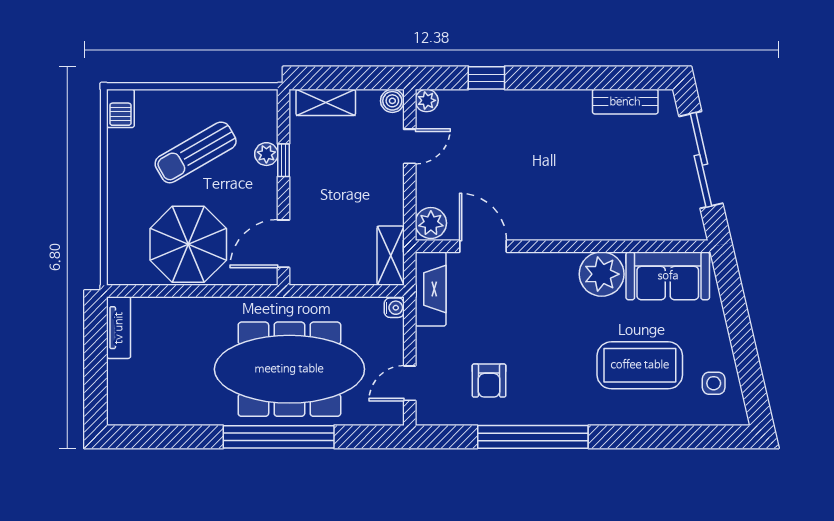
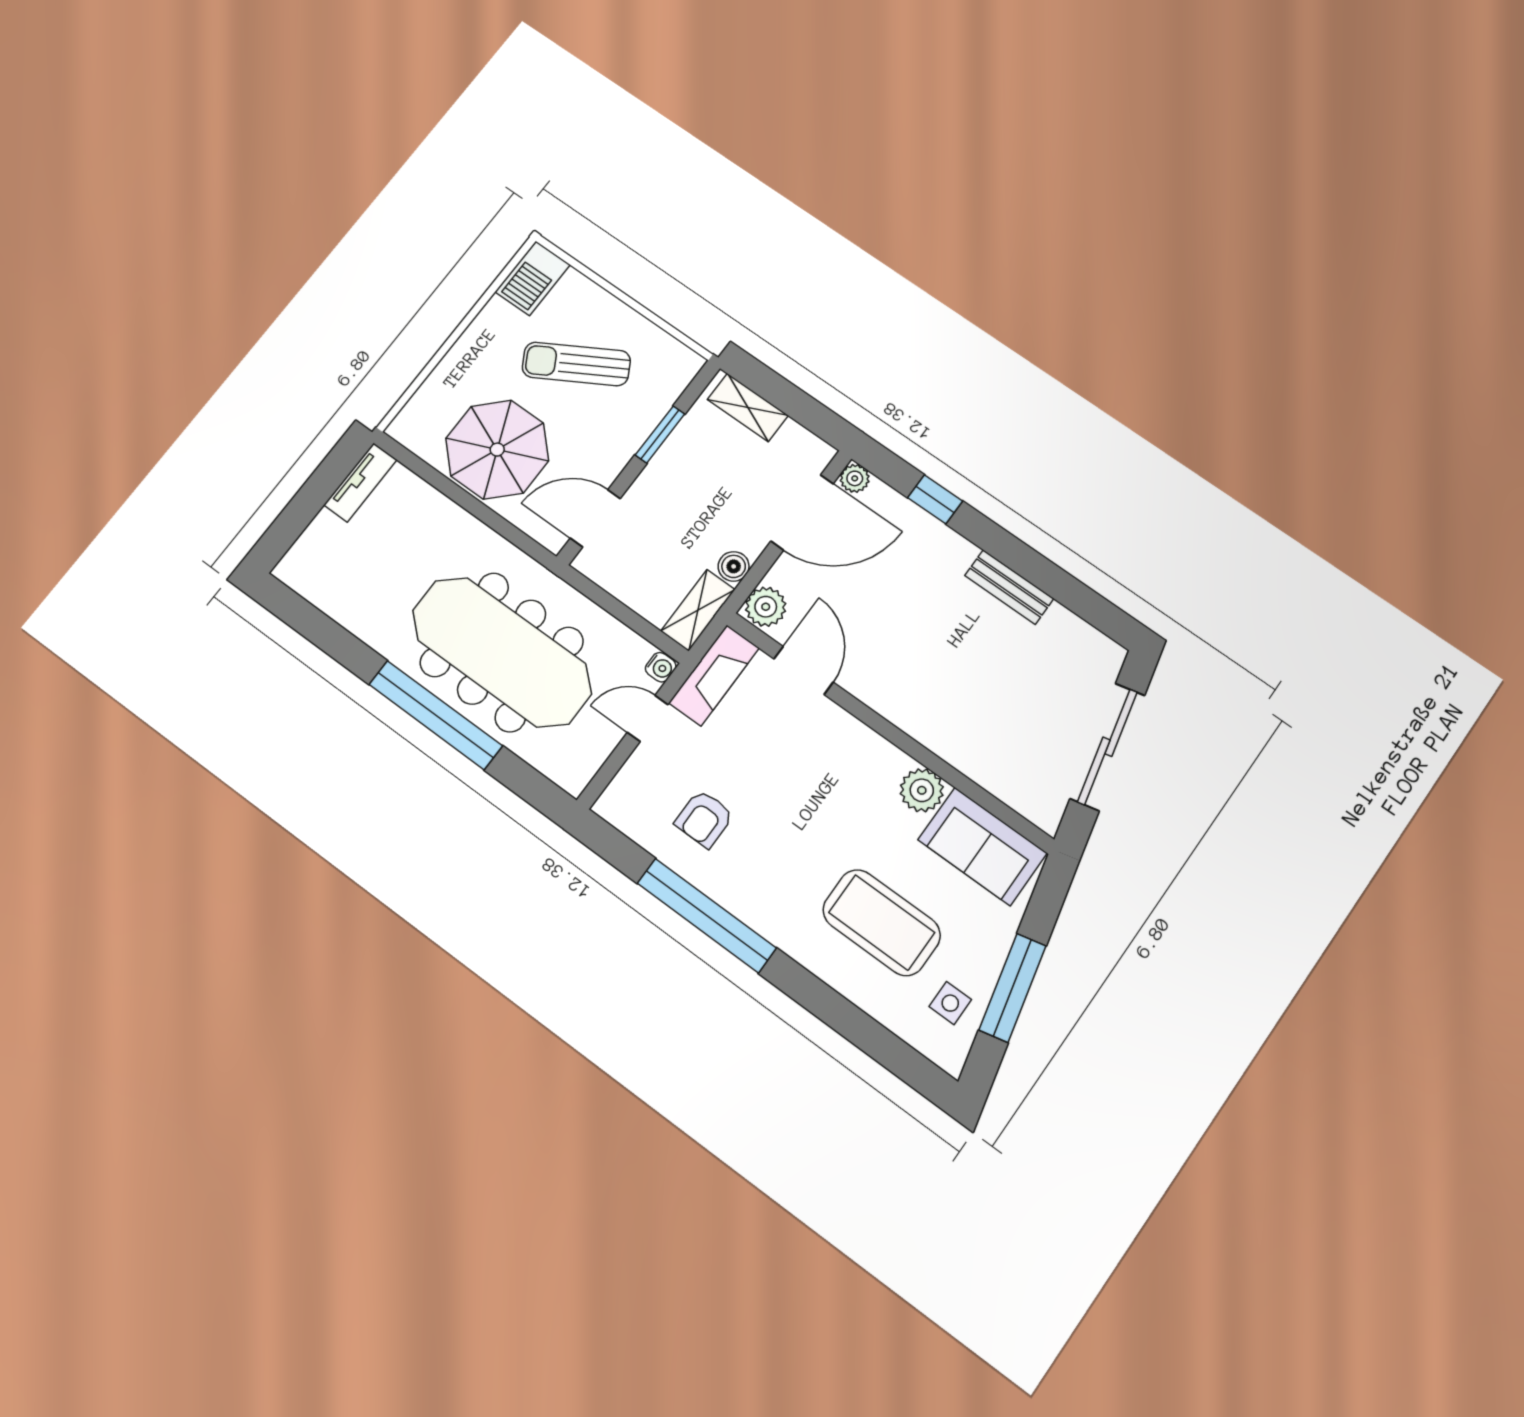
boiler: (392, 101) -> (734, 566), moved
bench: (625, 102) -> (1009, 587), moved
barbecue: (120, 108) -> (533, 278), width x1.38, depth x1.27
door: (410, 146) -> (802, 512), width x1.87
plant: (266, 154) -> (647, 416), removed
window: (283, 160) -> (660, 434), width x1.50
plant: (602, 274) -> (922, 790), width x0.73, depth x0.73
window: (744, 348) -> (1013, 988), added
door: (410, 383) -> (648, 718), moved

